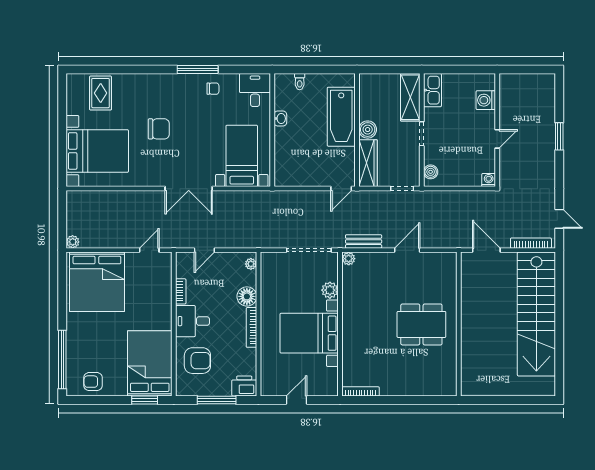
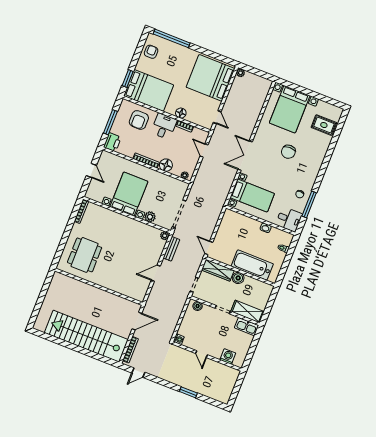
window: (198, 69) -> (309, 204), moved
door: (407, 250) -> (156, 273), swing flipped
floor lamp: (164, 304) -> (181, 113), added
dining table: (421, 324) -> (85, 255), moved

